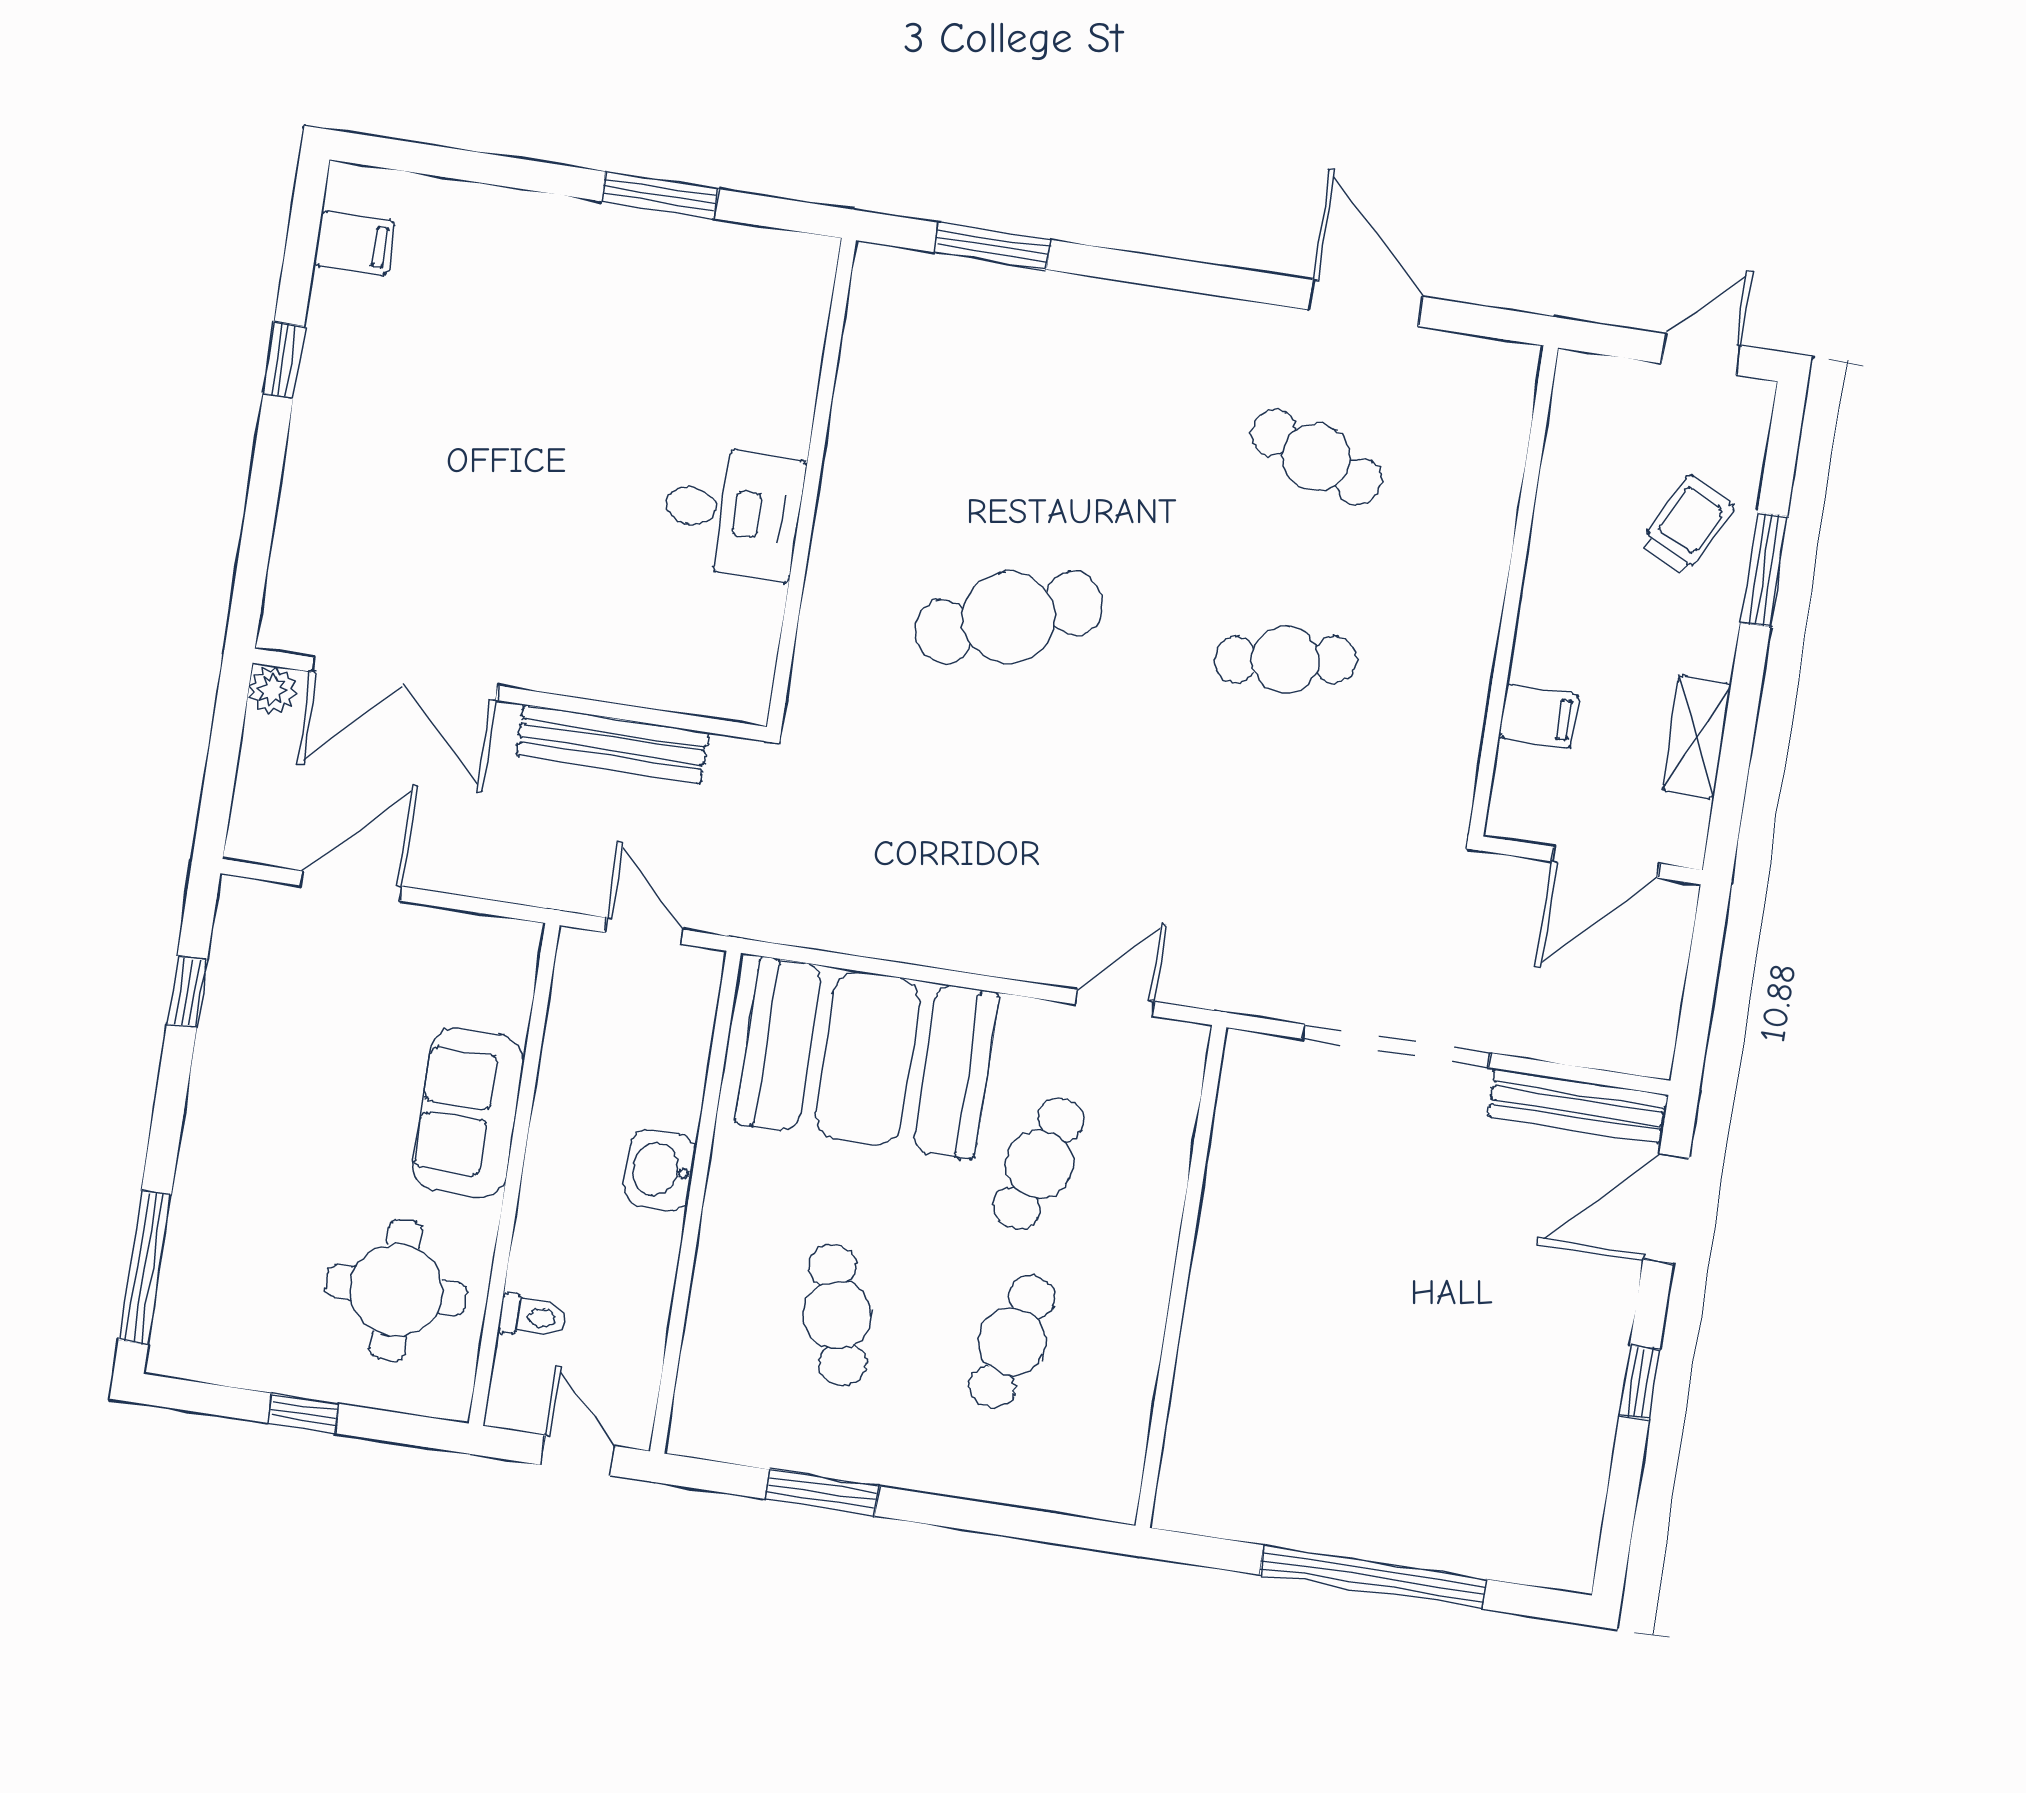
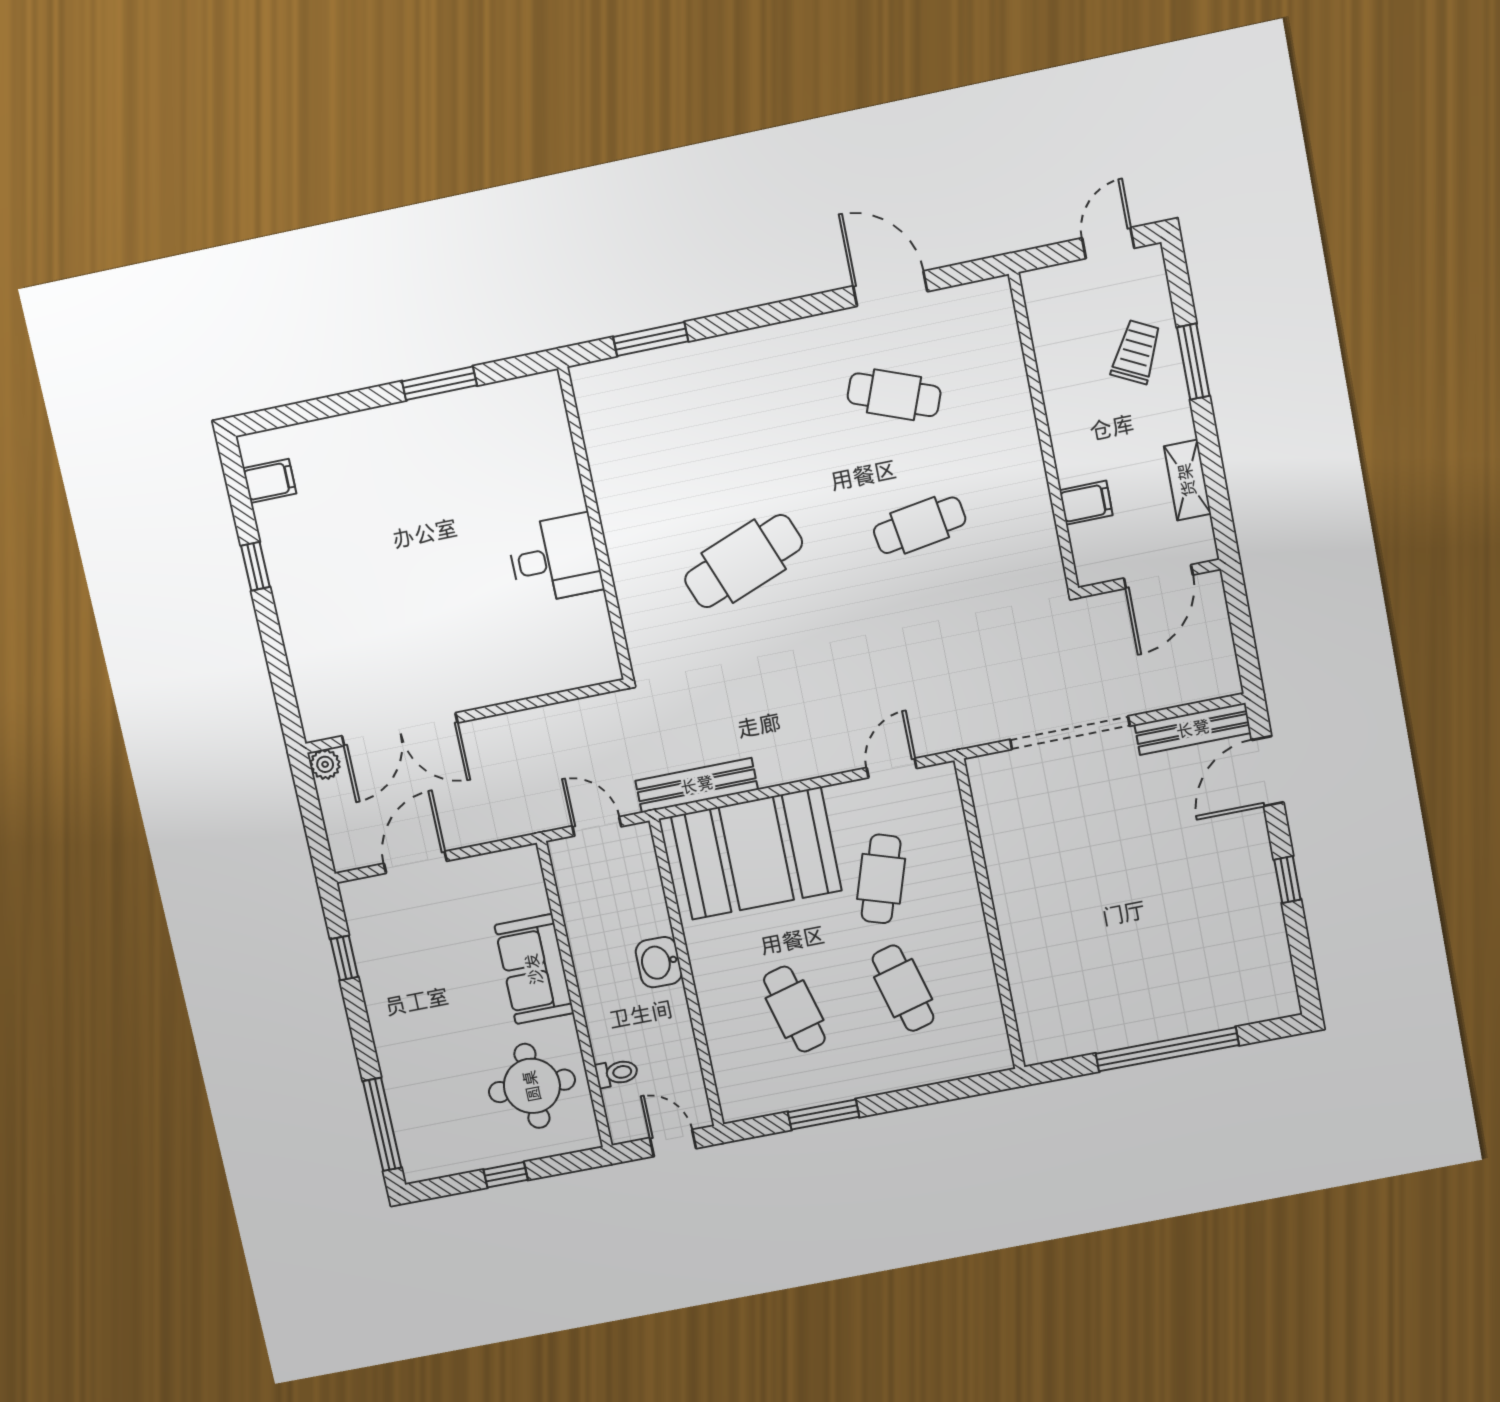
bench: (612, 744) -> (697, 785), moved
cafe table: (1012, 1342) -> (903, 988), turned -30

